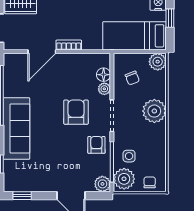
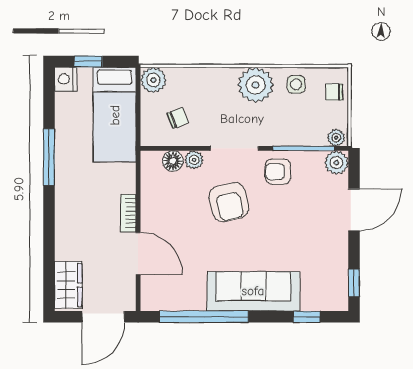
plant: (154, 111) -> (256, 85), moved
armchair: (76, 112) -> (229, 202), turned -103
side table: (129, 156) -> (296, 84), moved
plant: (124, 179) -> (336, 138), width x0.53, depth x0.53

